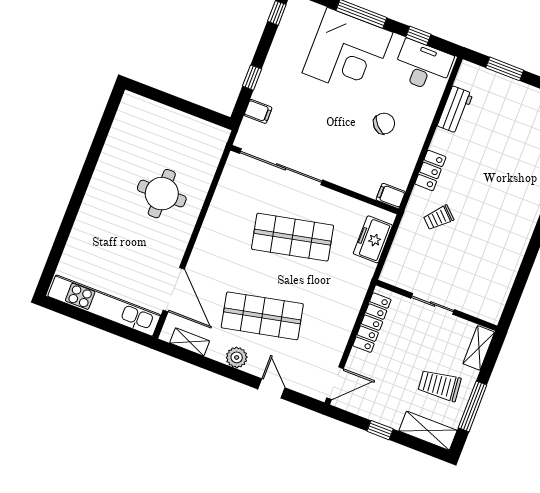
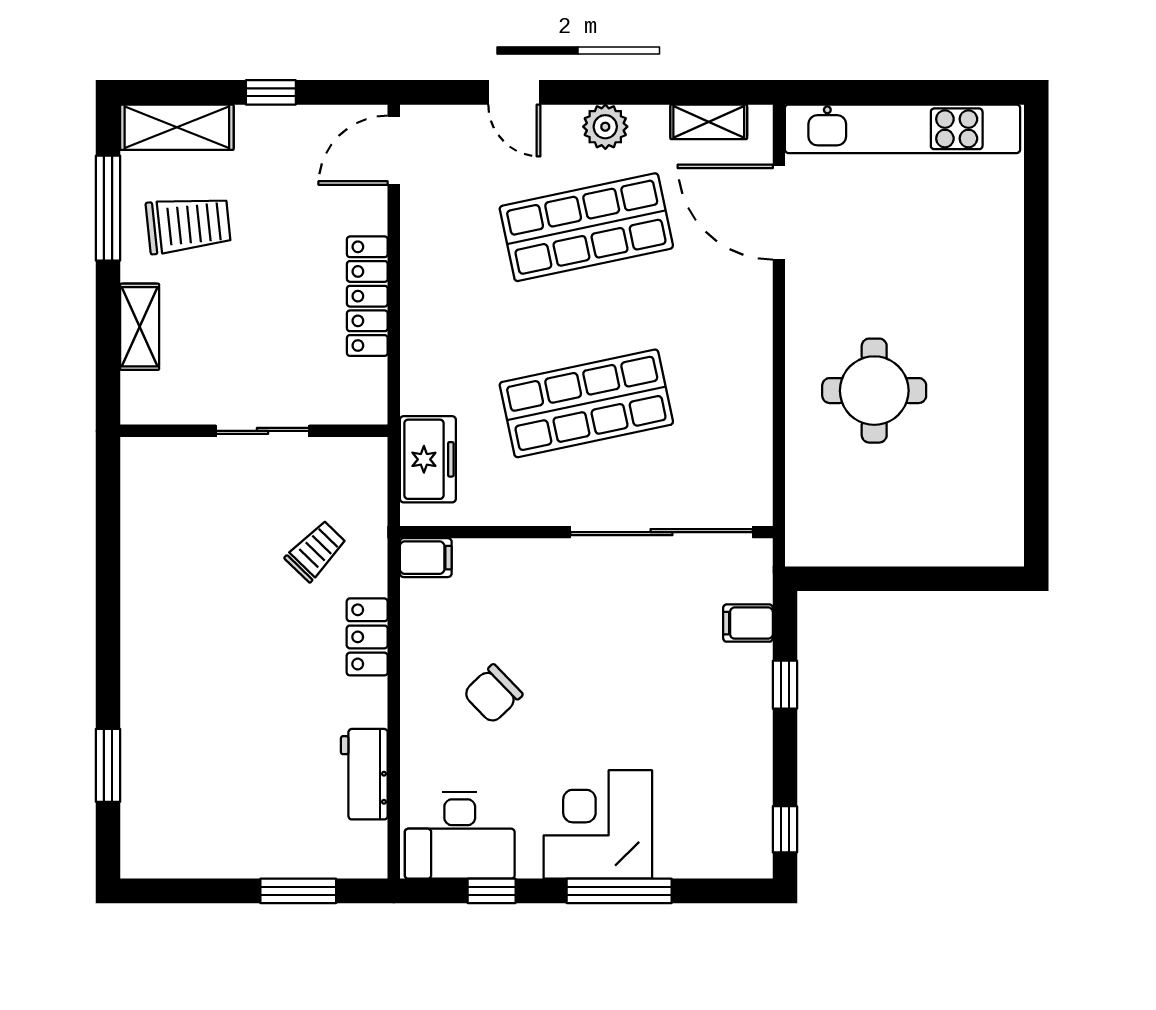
corner desk: (347, 53) -> (598, 824), width x0.74, depth x0.74
sliding door: (433, 304) -> (263, 431), moved
wall: (437, 305) -> (254, 431), moved

